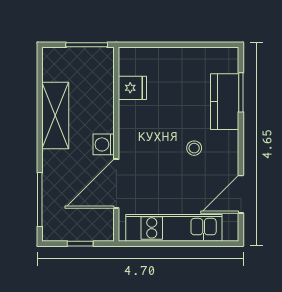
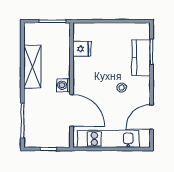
door: (116, 184) -> (72, 110), swing flipped

